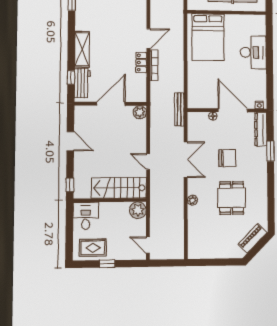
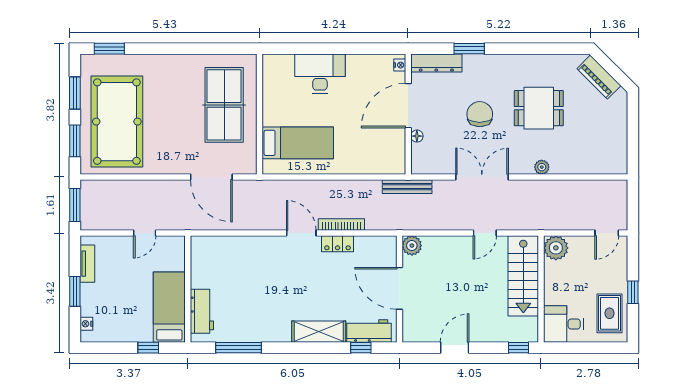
bed: (208, 37) -> (298, 143), width x0.67

